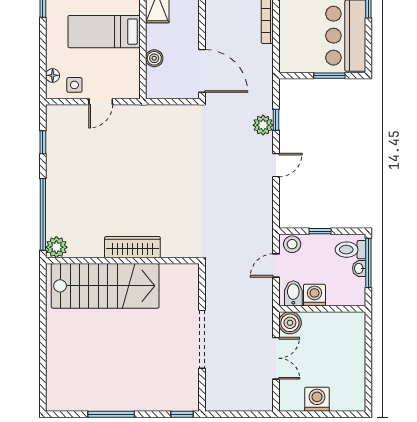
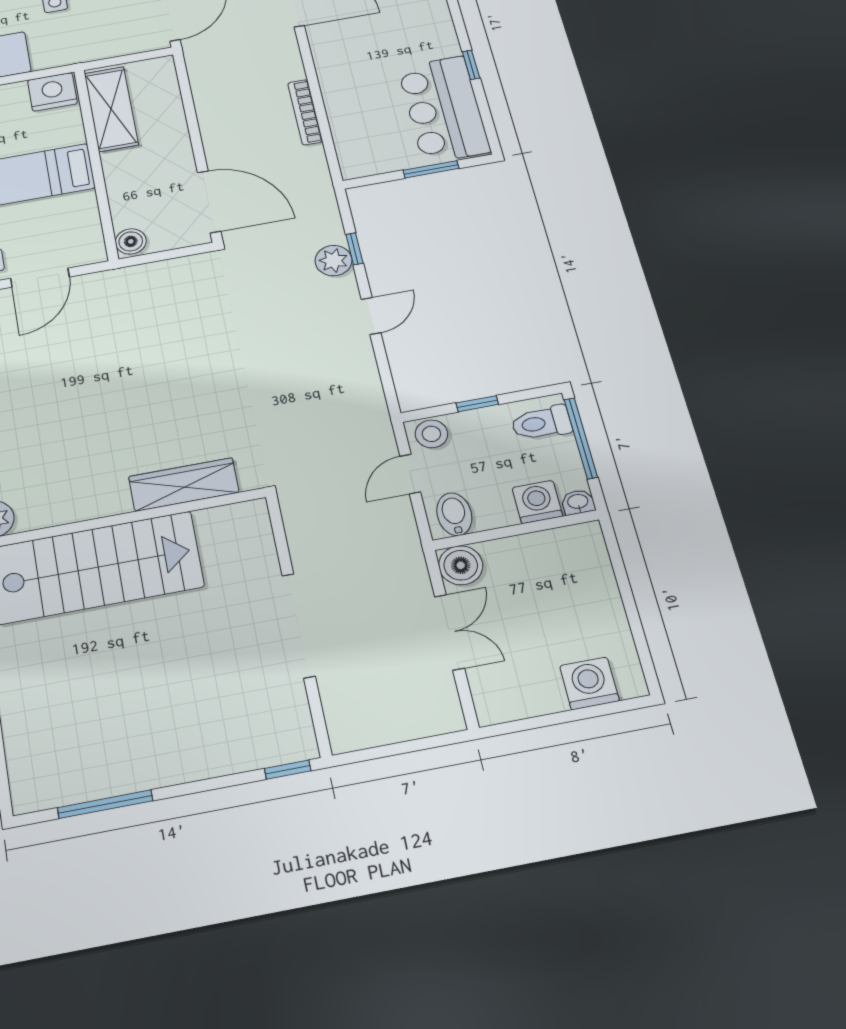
boiler: (154, 58) -> (131, 241), moved
door: (101, 102) -> (40, 278), width x1.38
wardrobe: (132, 247) -> (184, 484), moved
washbasin: (359, 268) -> (578, 502), moved, turned 90
washing machine: (314, 295) -> (537, 502), moved
washing machine: (317, 399) -> (589, 683), moved
window: (111, 414) -> (105, 804), moved

